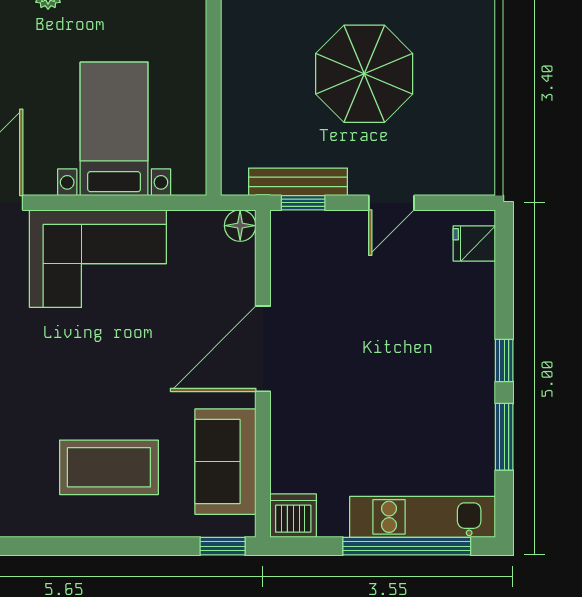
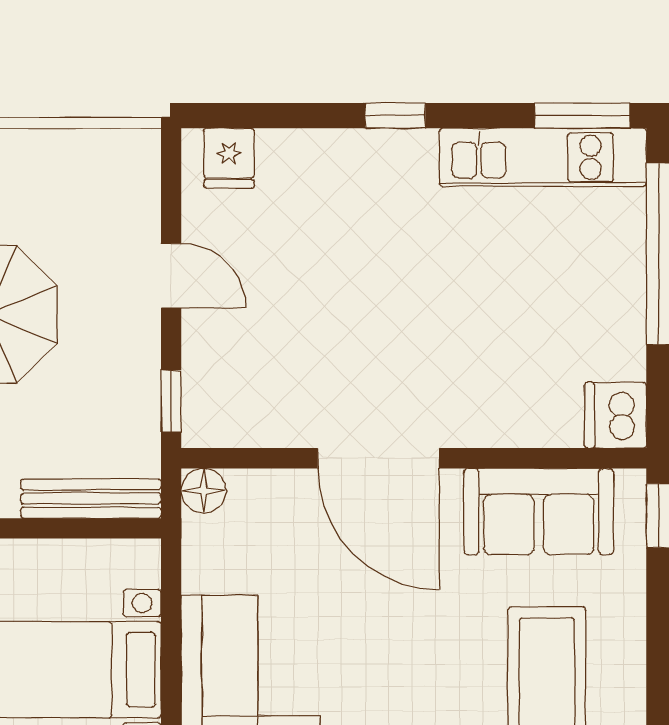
bench: (298, 182) -> (91, 499), moved, turned 90
window: (504, 437) -> (582, 116), moved
kitchen unit: (423, 517) -> (543, 157), moved, turned -90

